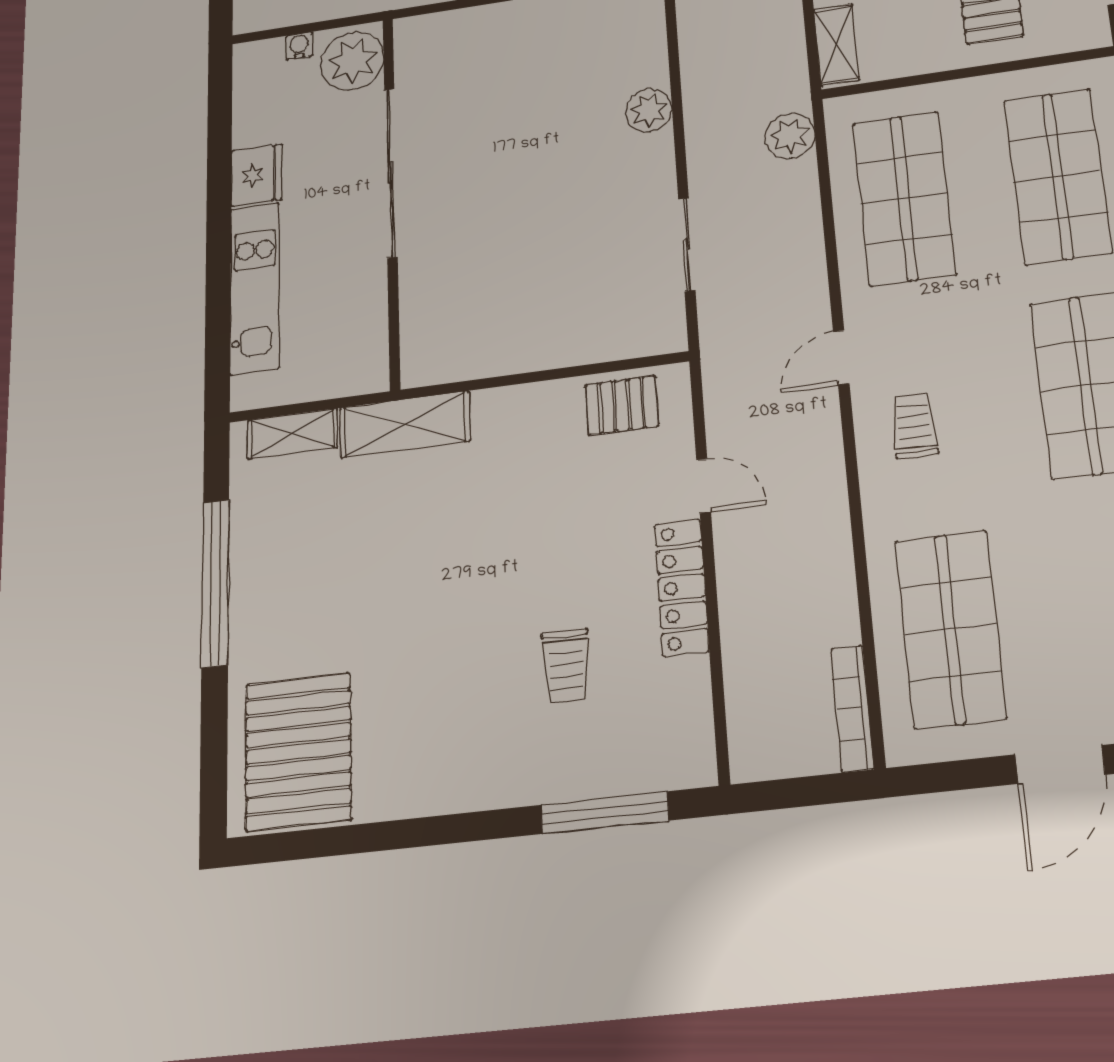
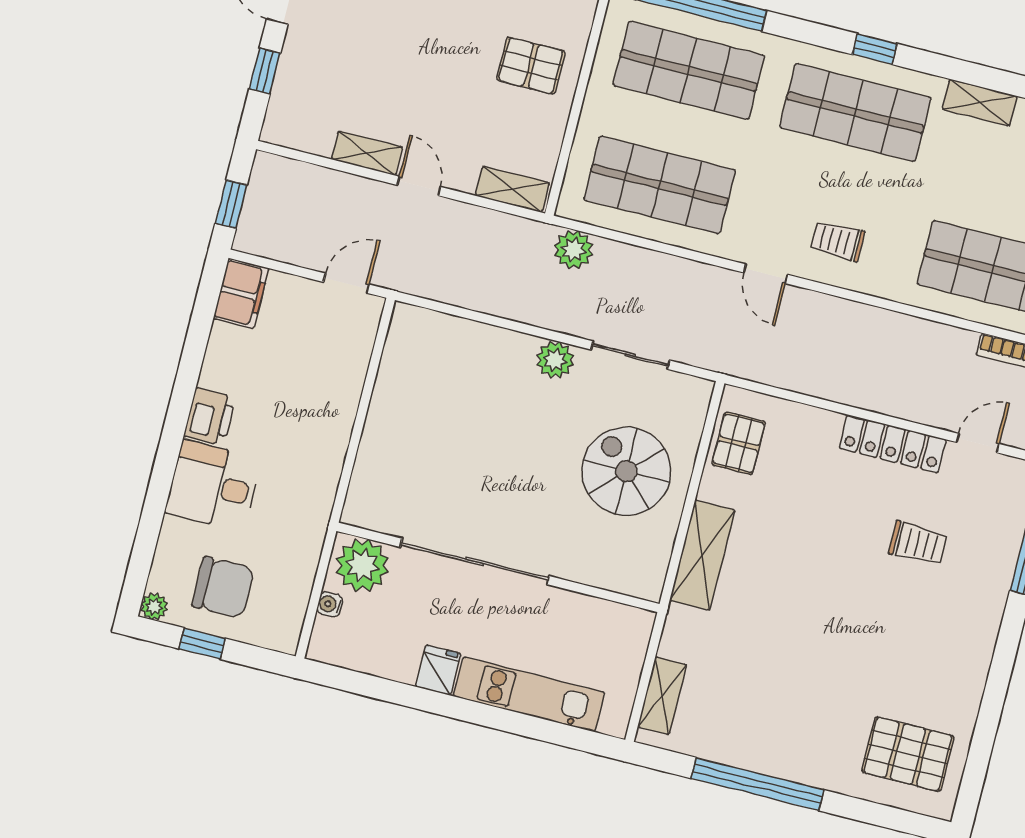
plant: (649, 110) -> (555, 360), moved
fridge: (257, 175) -> (438, 670), width x0.72
spiral stairs: (547, 293) -> (626, 471), added
shelving: (405, 424) -> (702, 555), moved
door: (704, 486) -> (978, 443), moved
pallet: (298, 752) -> (908, 754), width x0.73, depth x0.71

